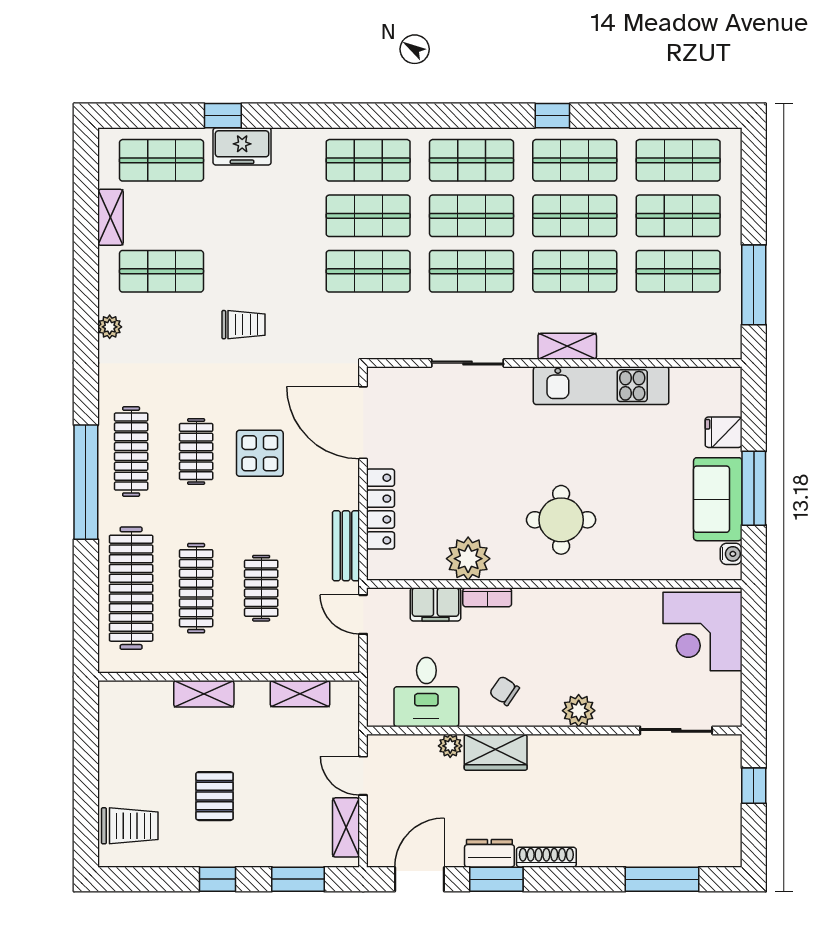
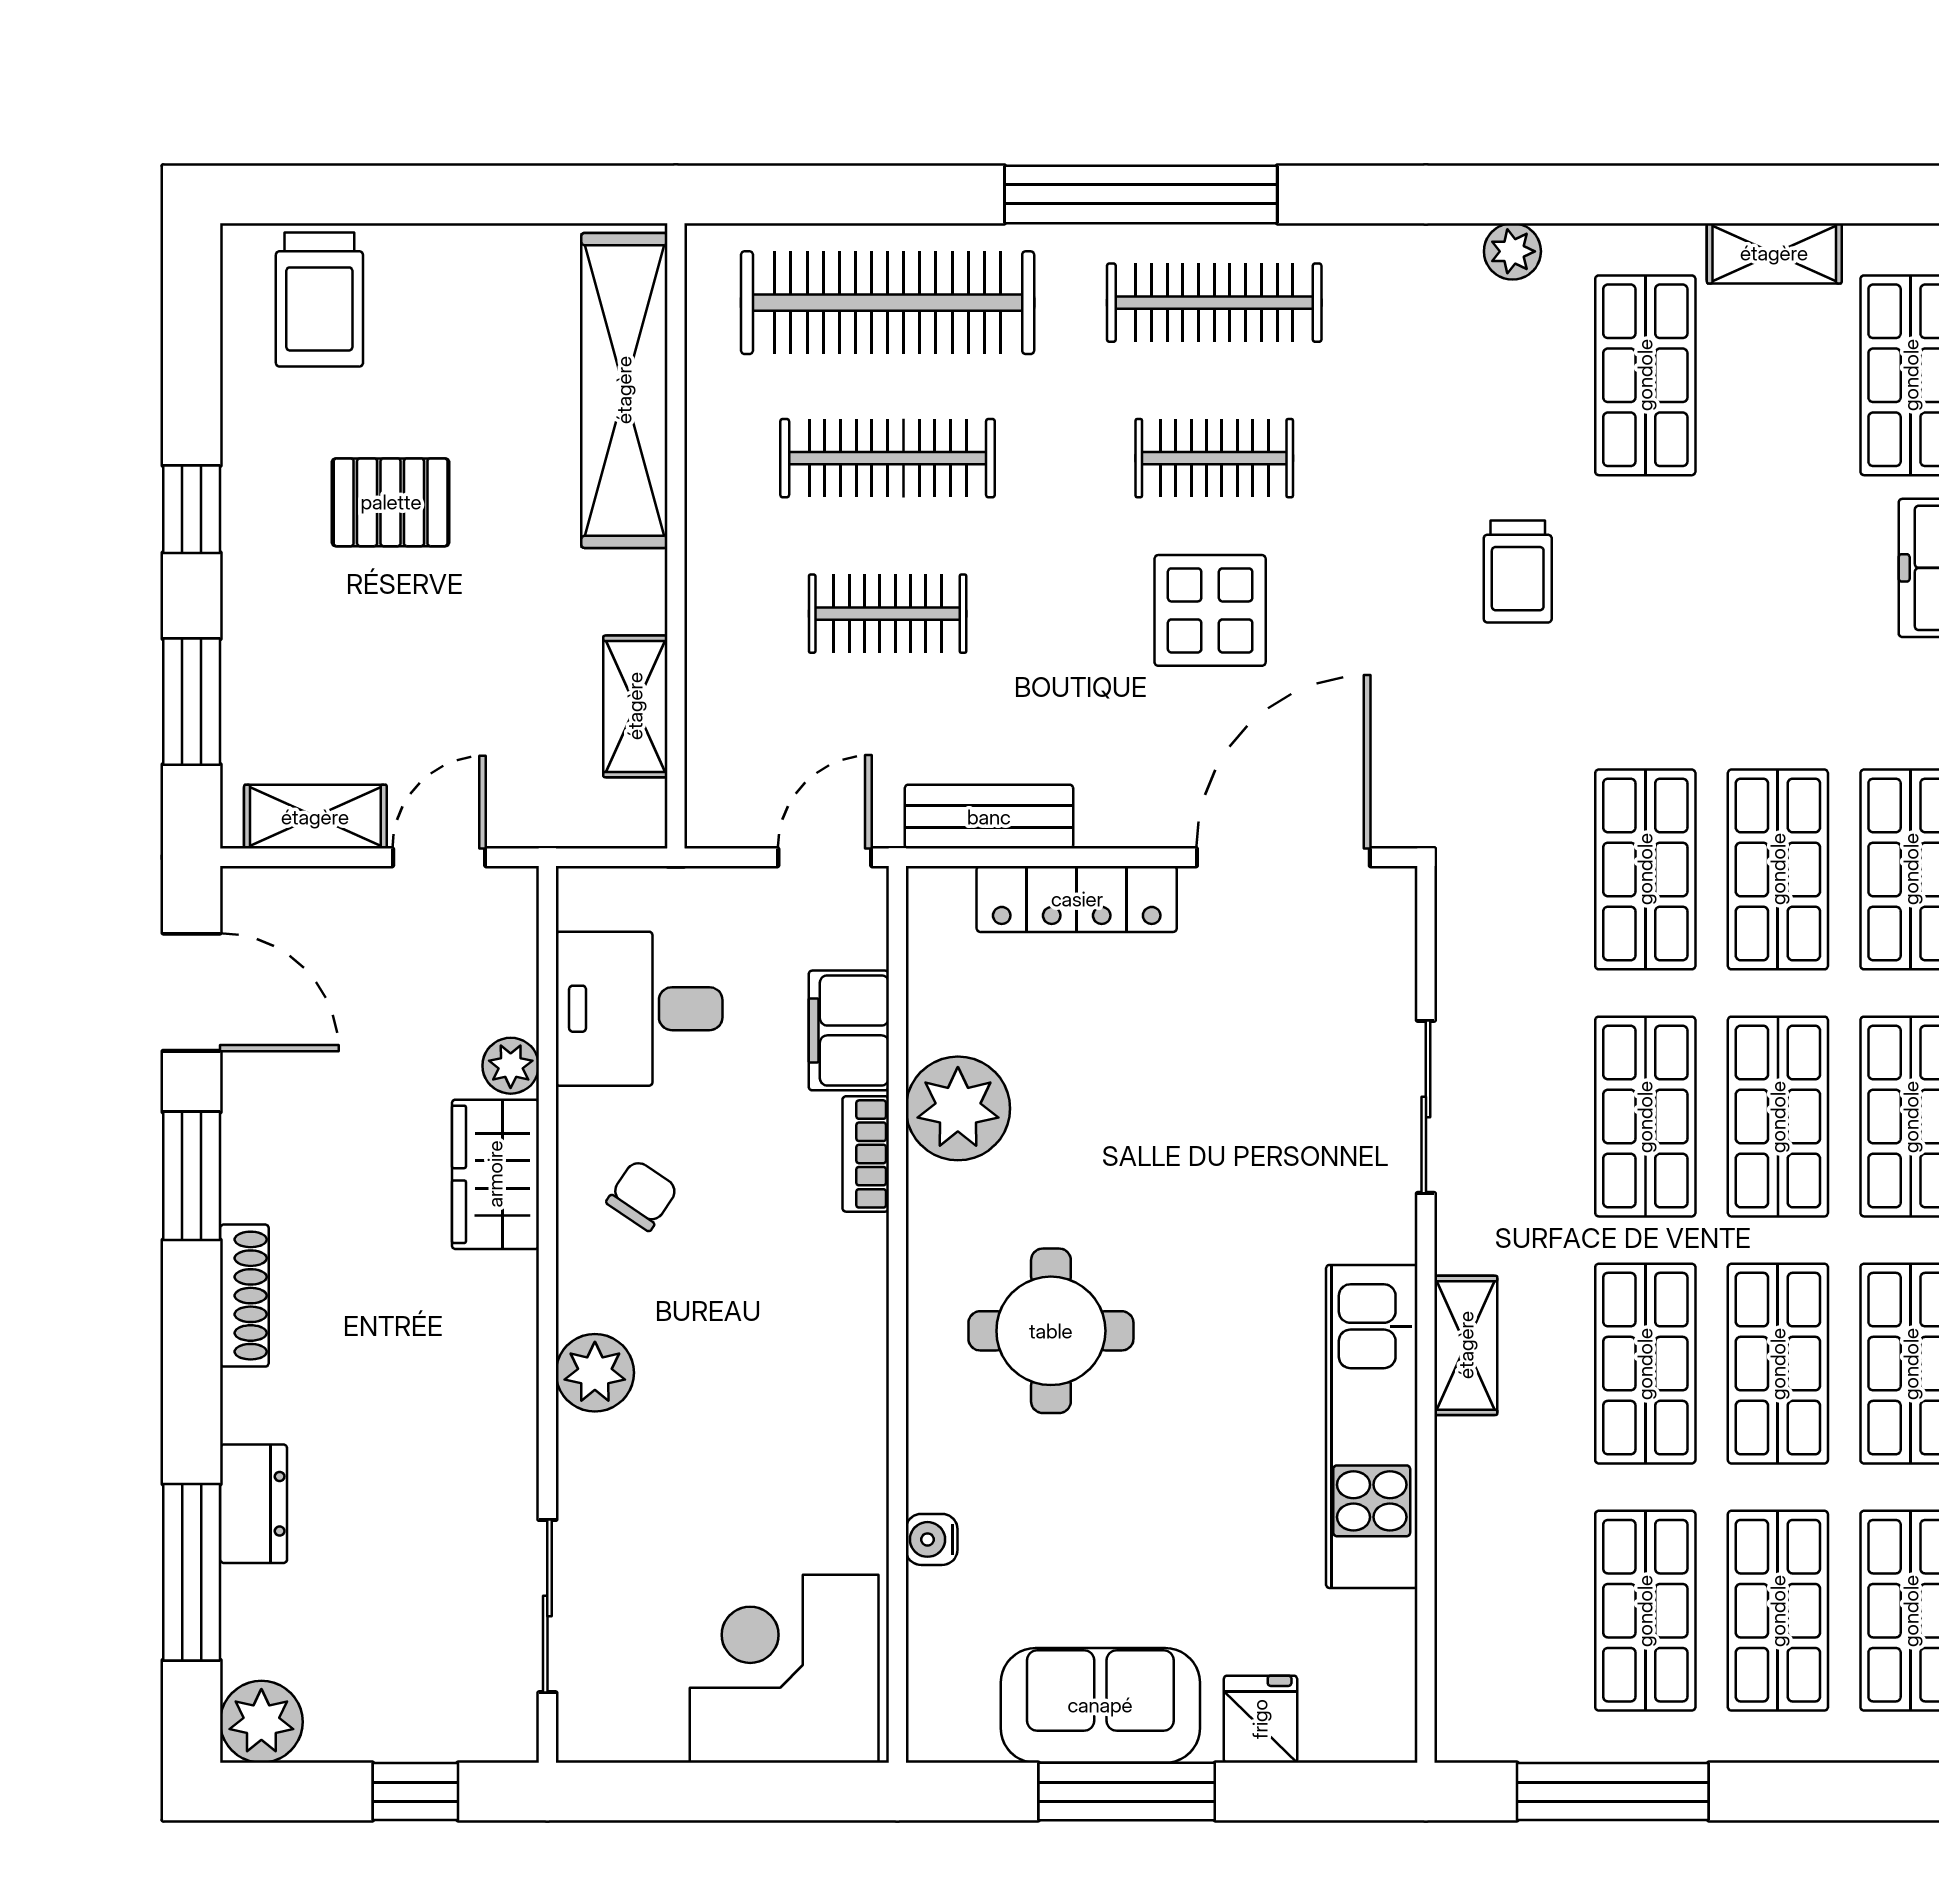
water cooler: (731, 554) -> (932, 1539), moved, turned 90
shelving: (204, 694) -> (624, 390), width x2.20, depth x1.33
plant: (725, 850) -> (261, 1722), added
dresser: (489, 853) -> (254, 1504), moved

